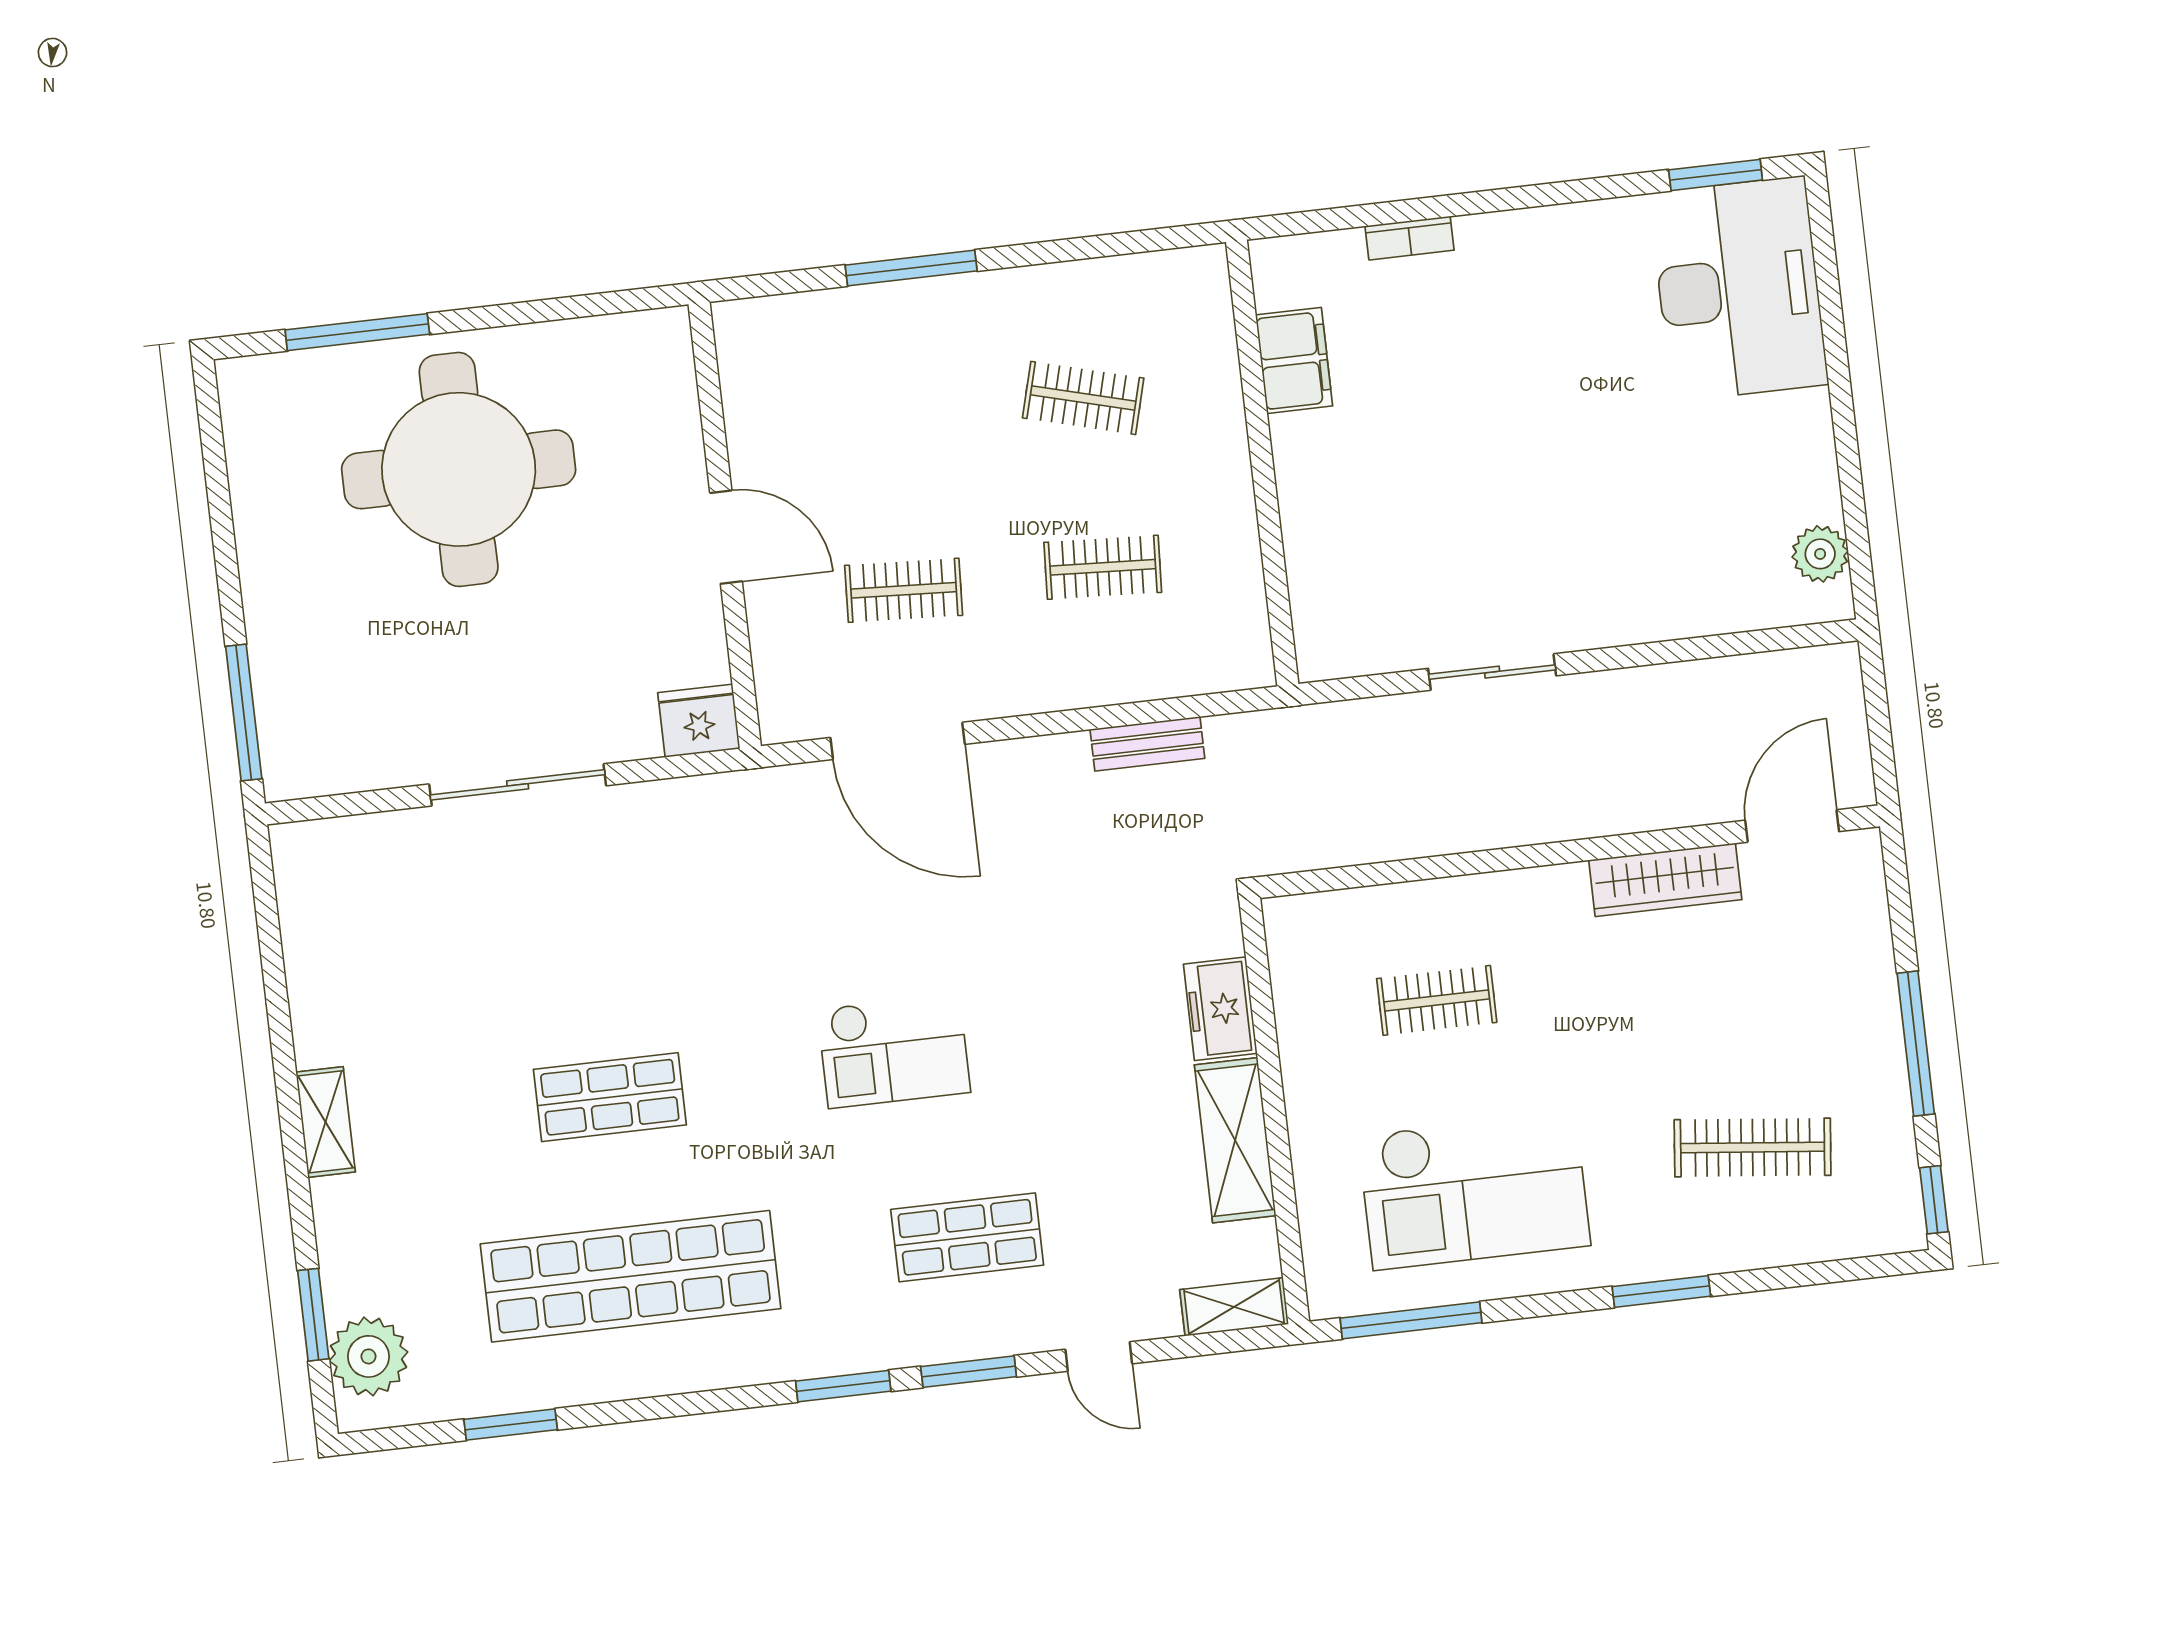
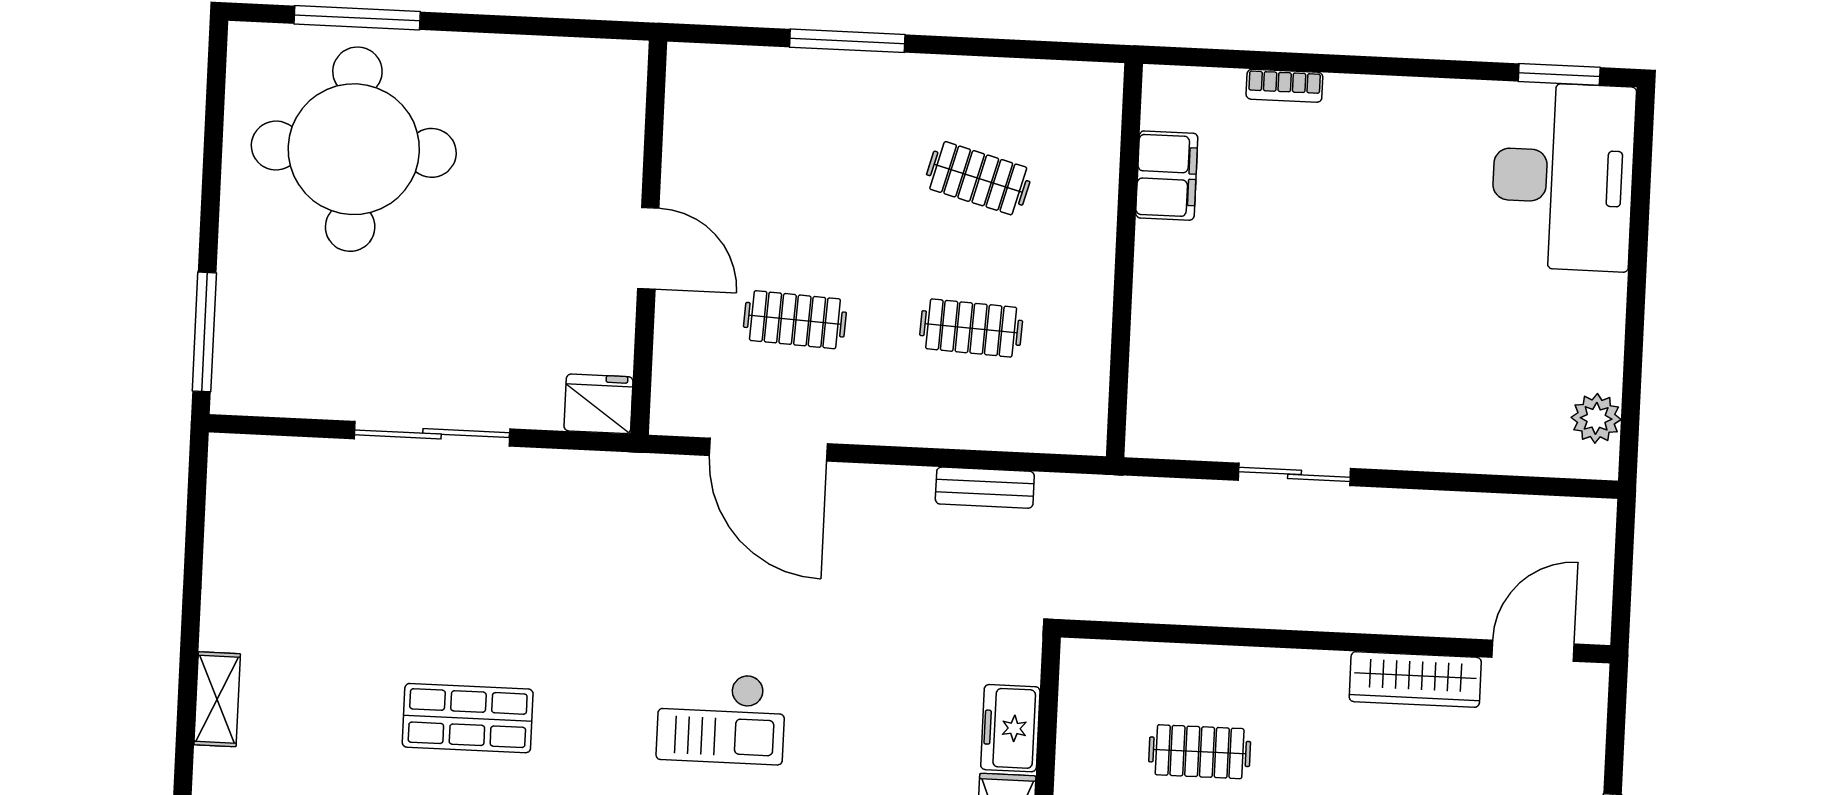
round table: (459, 469) -> (354, 149), moved

